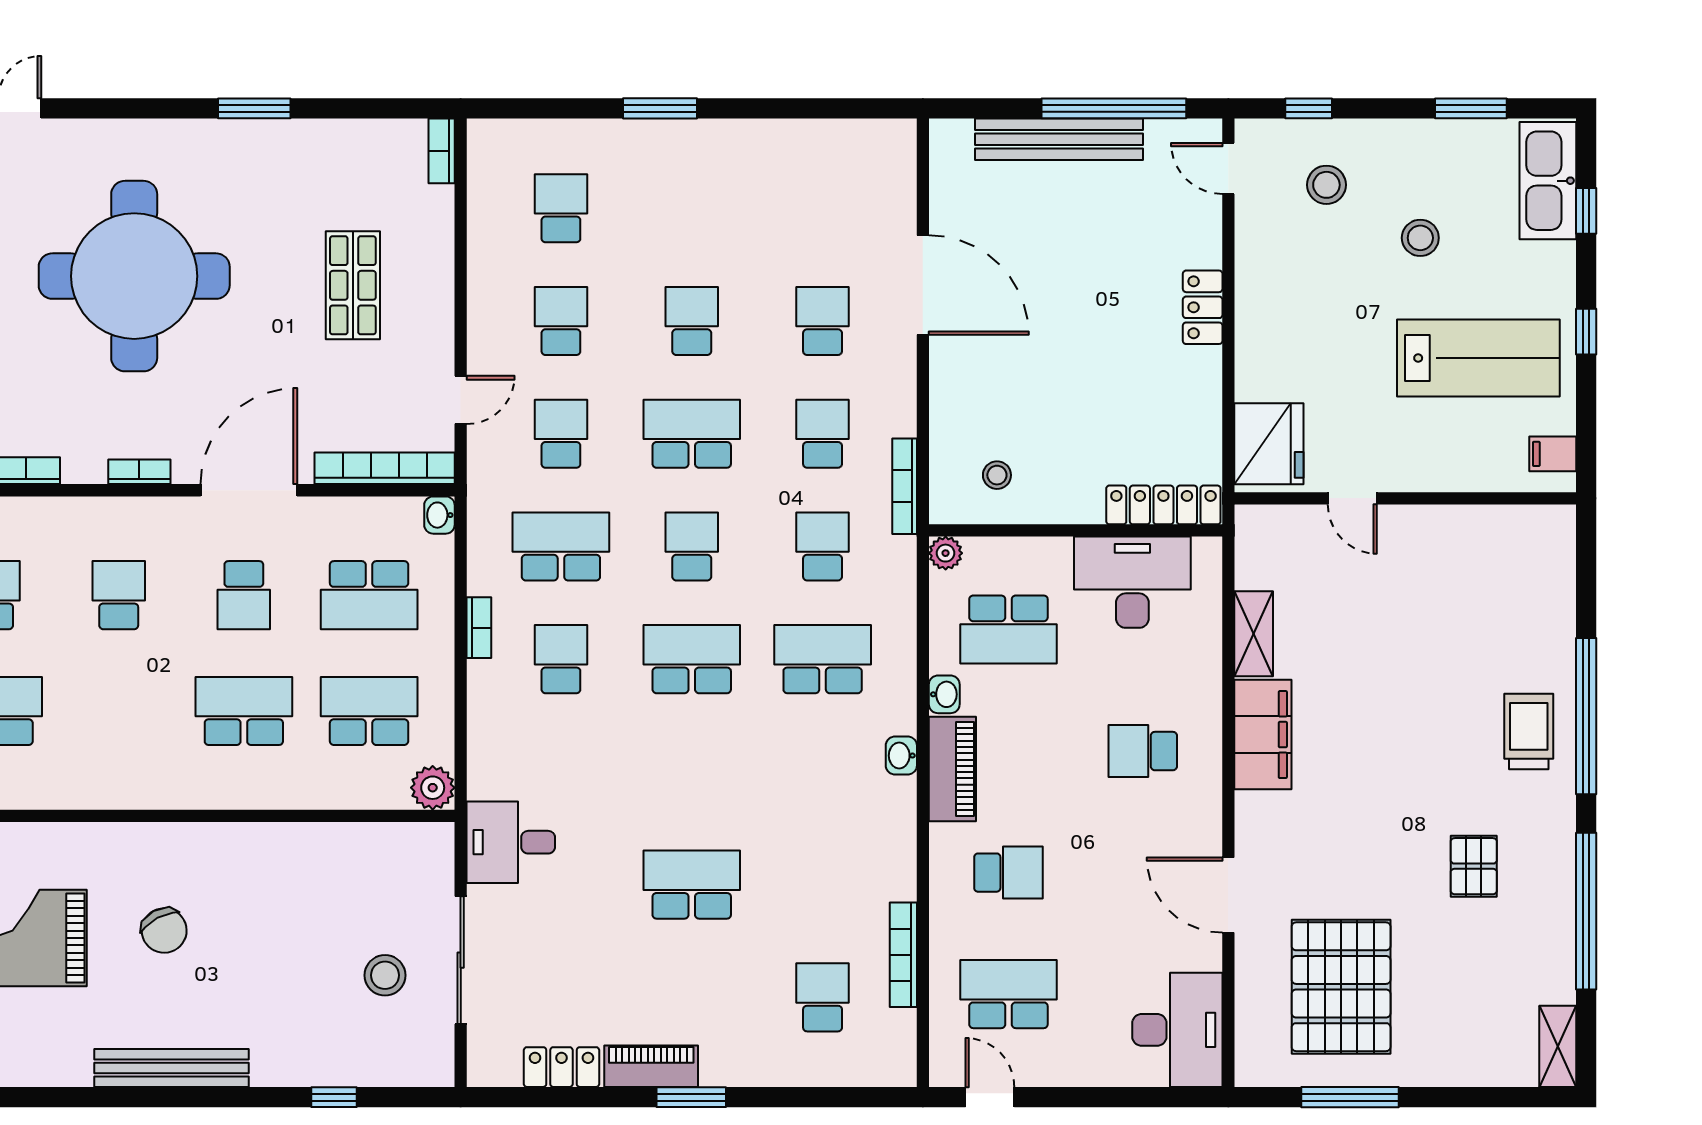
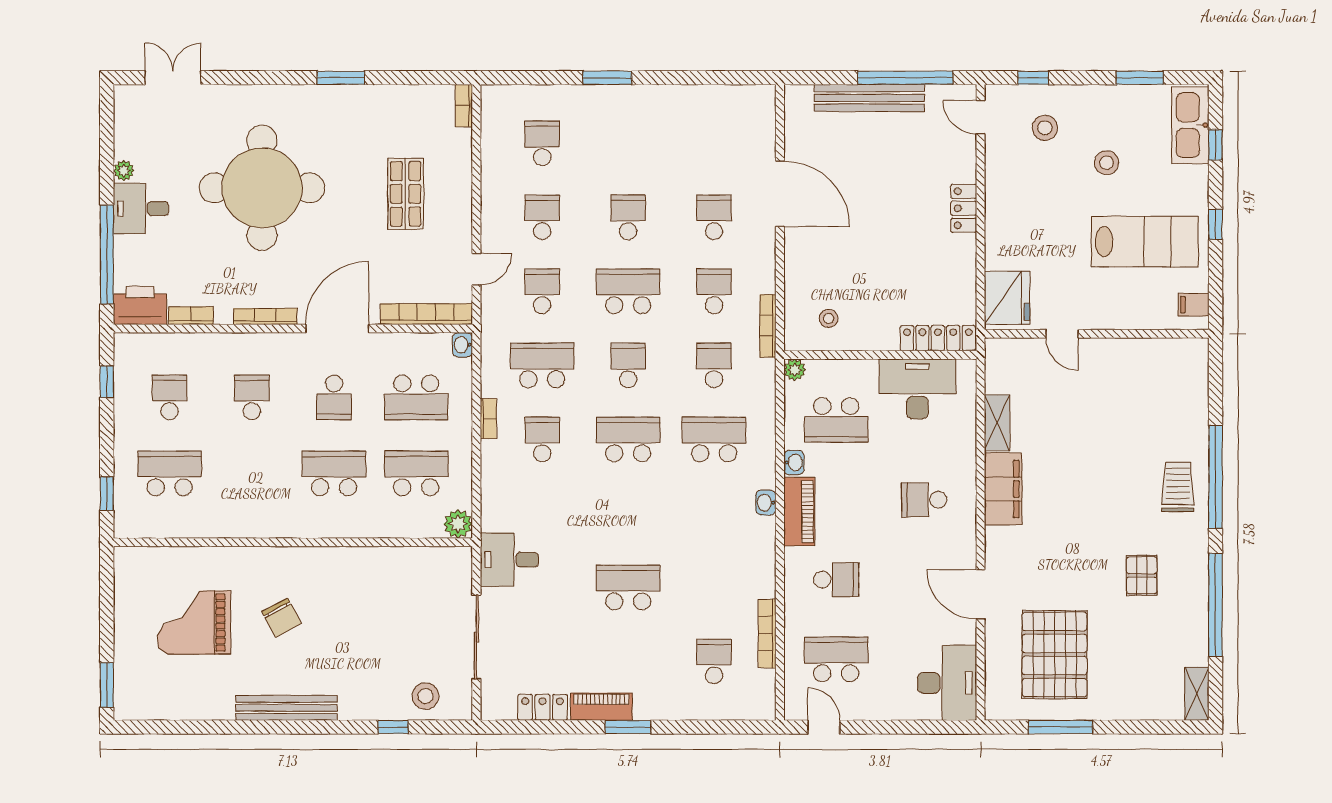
bookcase: (139, 472) -> (265, 316), width x1.56
stool: (385, 975) -> (425, 696), moved

